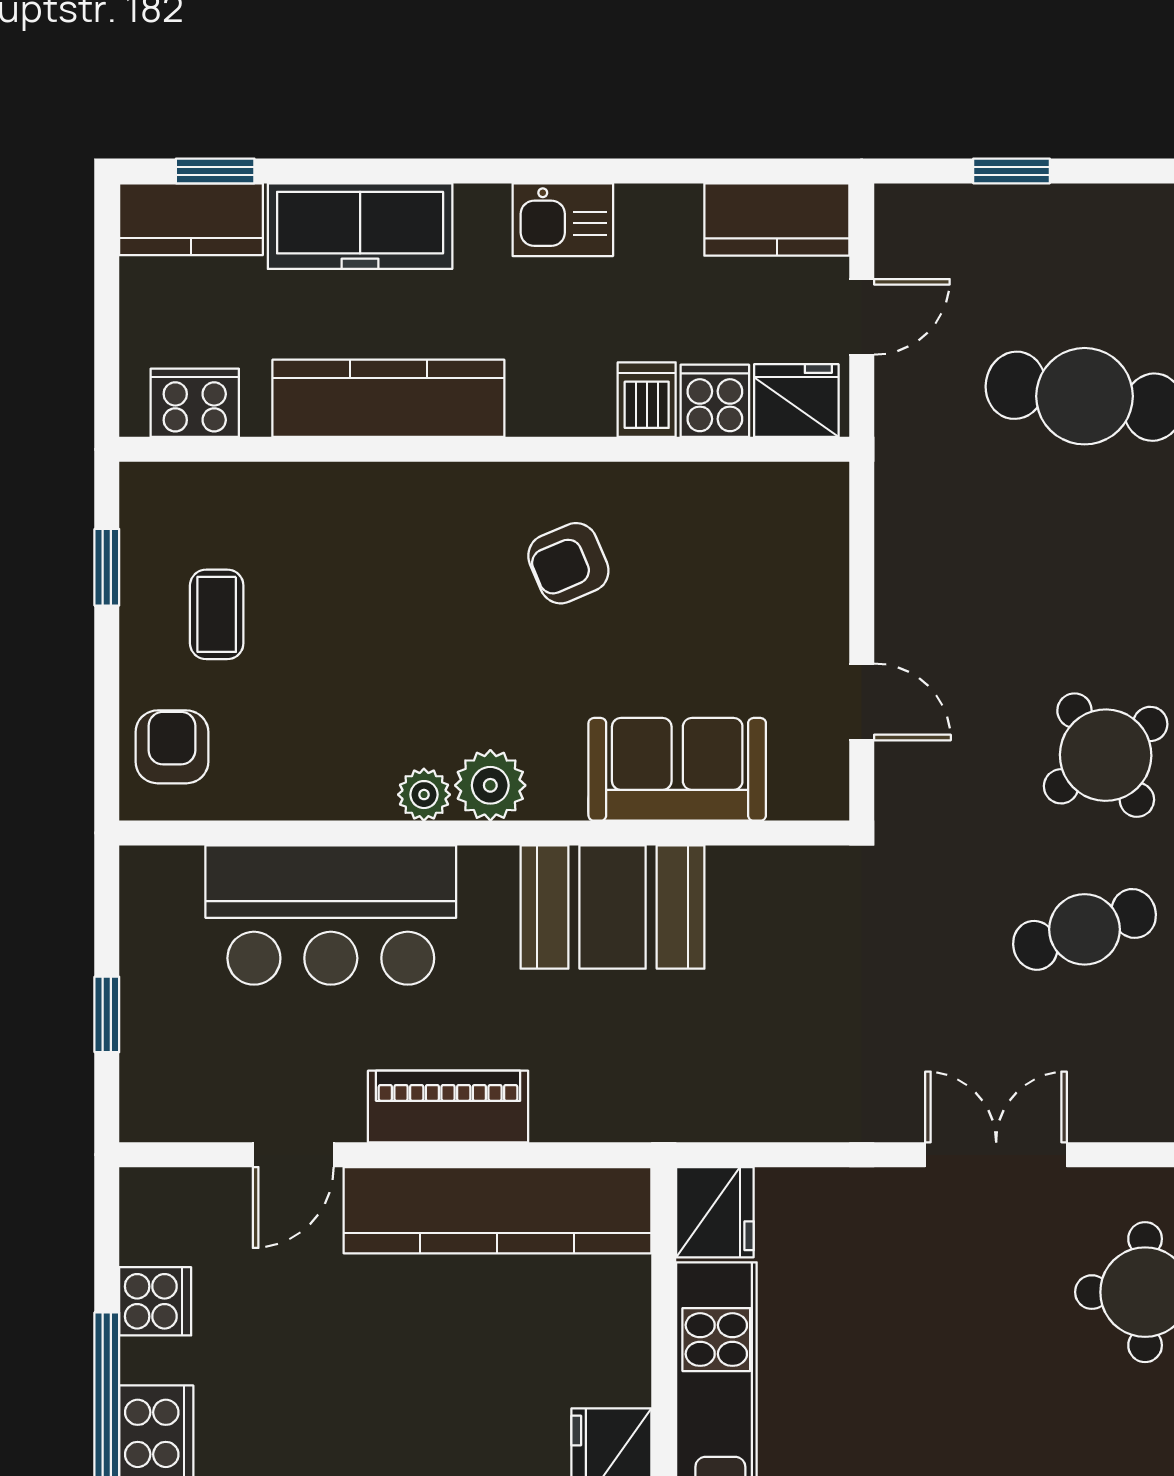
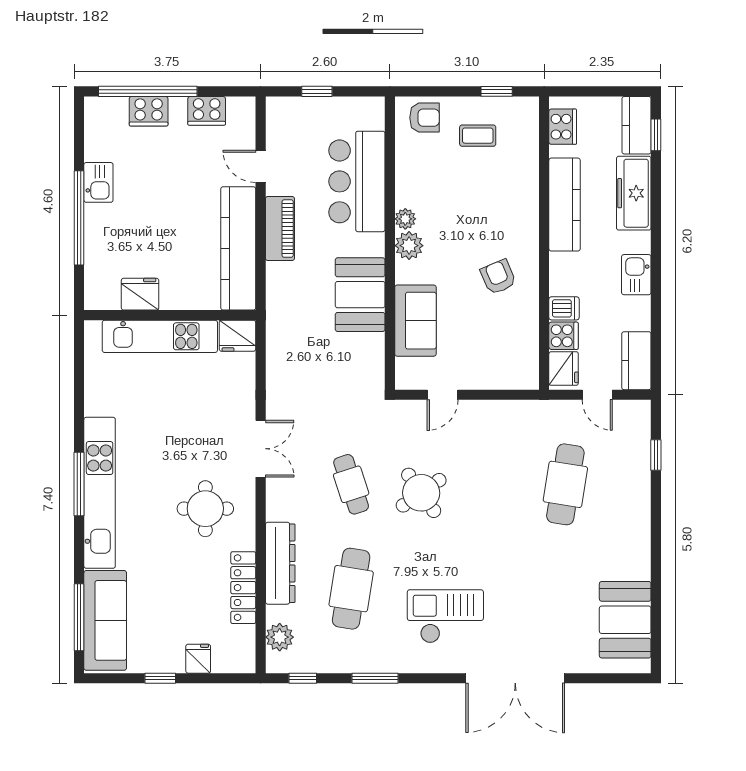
cooker: (155, 1301) -> (207, 111), width x1.36

